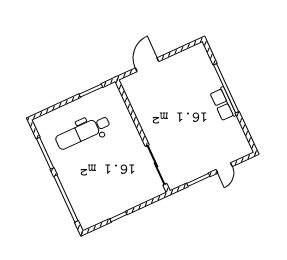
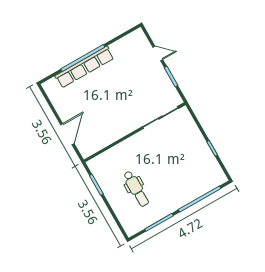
door: (147, 65) -> (67, 134), swing flipped
row of seats: (223, 104) -> (85, 67), width x2.02
dental chair: (83, 132) -> (136, 189), width x0.73, depth x0.72

